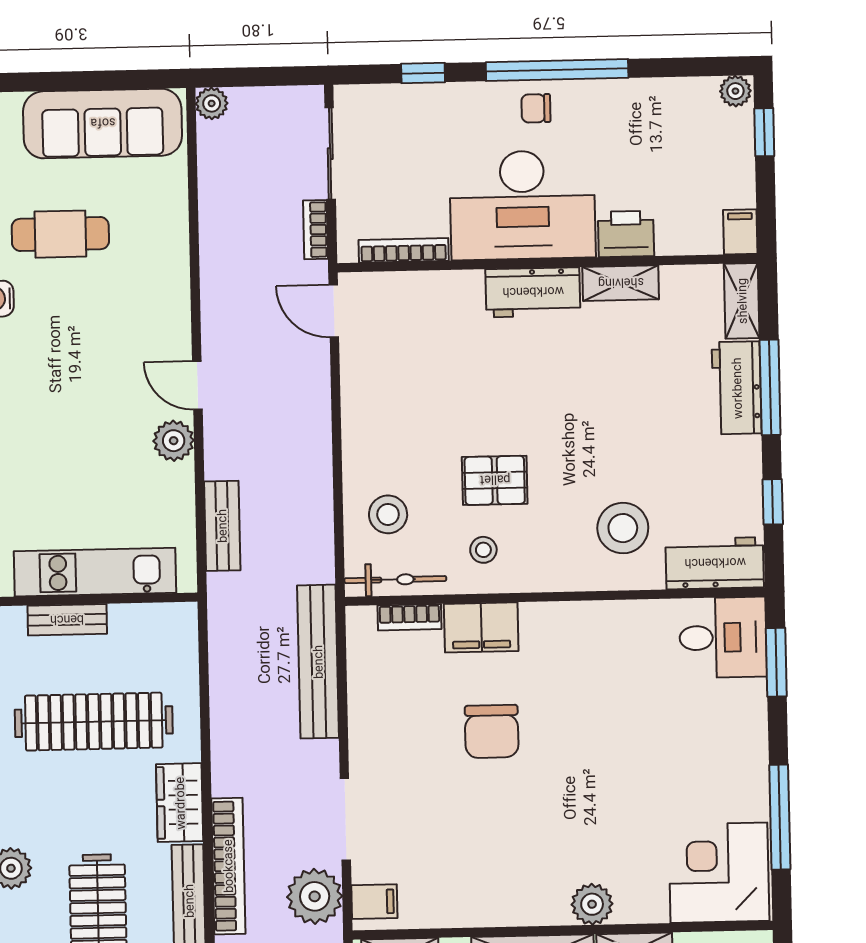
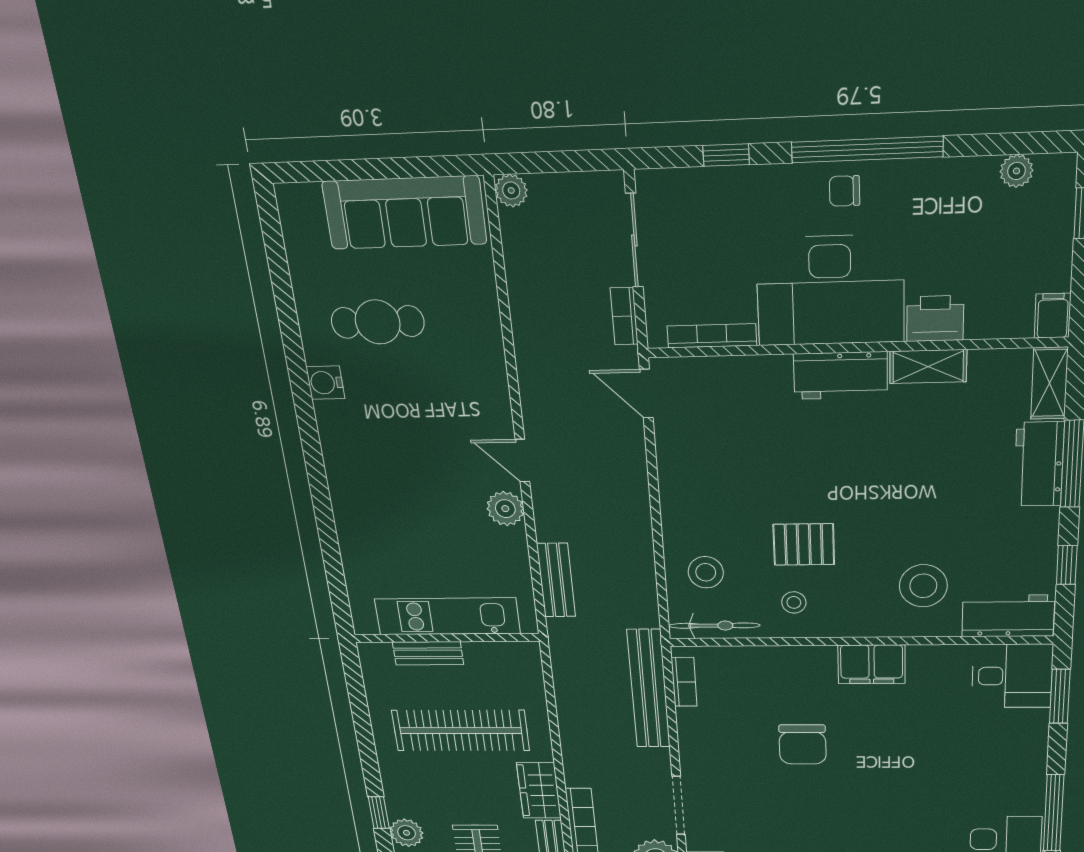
plant: (735, 91) -> (1016, 171), moved
bookcase: (410, 617) -> (684, 682), moved, turned -90
filing cabinet: (481, 627) -> (872, 664), moved

